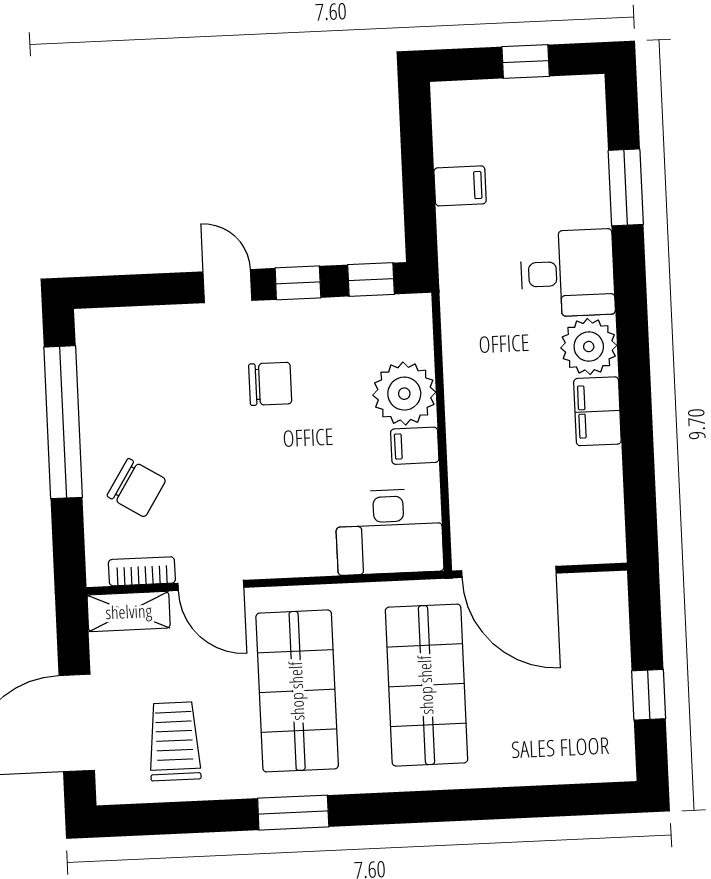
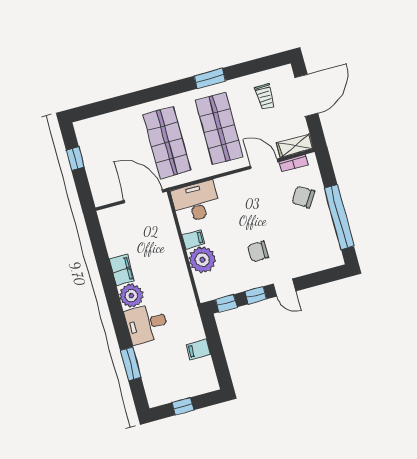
trolley: (174, 741) -> (265, 97), width x0.73, depth x0.72

